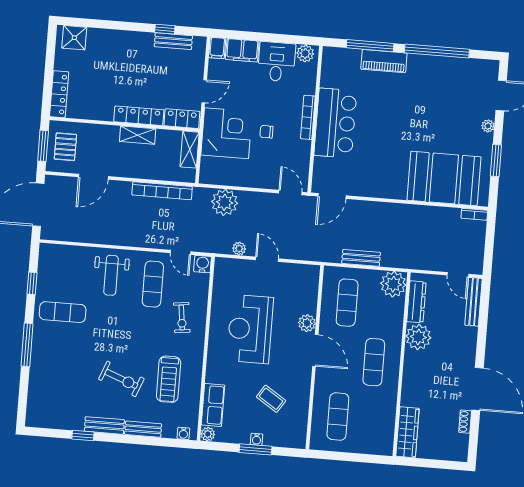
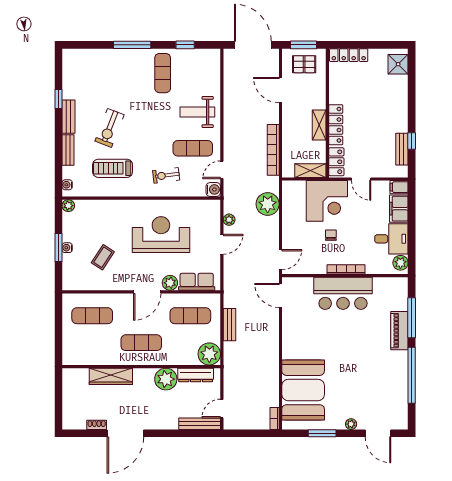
row of seats: (213, 405) -> (197, 282), moved, turned 180
wardrobe: (407, 432) -> (111, 376), moved

